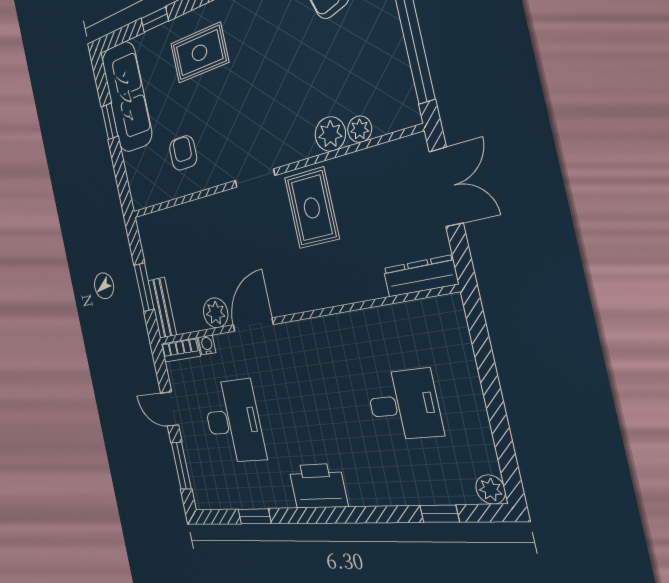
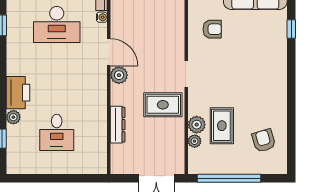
rug: (199, 53) -> (222, 126), moved
dresser: (420, 276) -> (118, 125), moved
plant: (216, 313) -> (119, 75), moved
printer: (318, 486) -> (18, 93), moved
plant: (491, 489) -> (13, 117), moved

